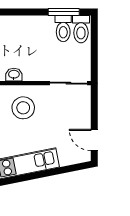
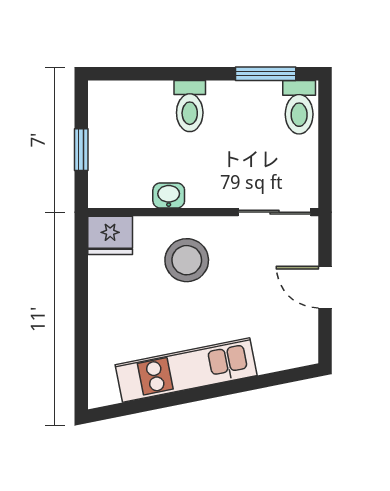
toilet: (63, 29) -> (190, 106), moved
door: (94, 140) -> (325, 287), moved

